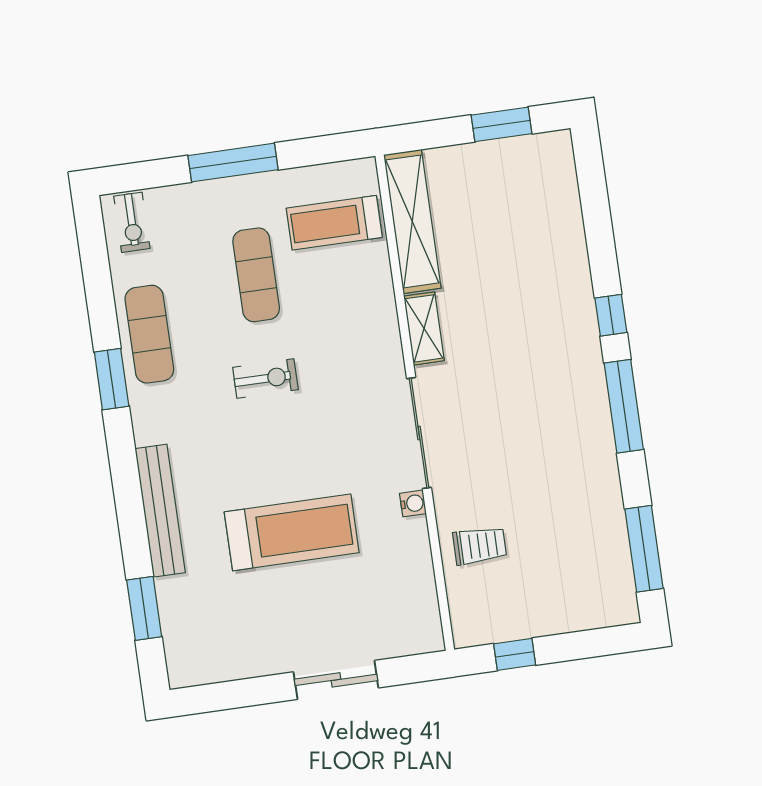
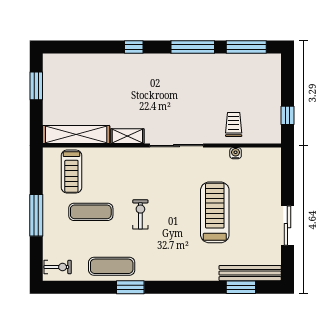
window: (624, 406) -> (193, 47), moved
water cooler: (413, 503) -> (236, 153), moved
bench: (160, 511) -> (250, 273), moved
sliding door: (336, 680) -> (287, 226), moved

